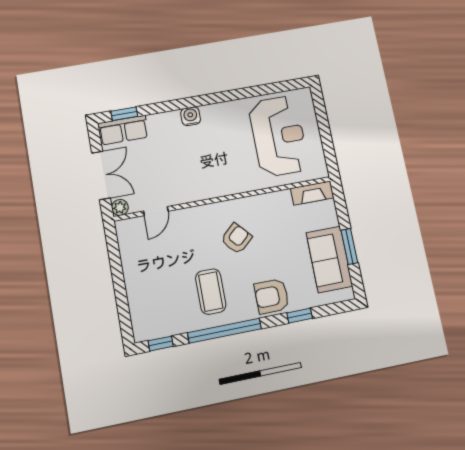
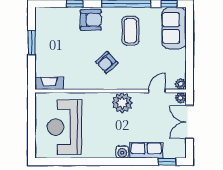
row of seats: (123, 130) -> (146, 150), moved
plant: (203, 185) -> (122, 103), added
plant: (123, 227) -> (181, 84), added
sofa: (329, 259) -> (174, 28), moved, turned 180

